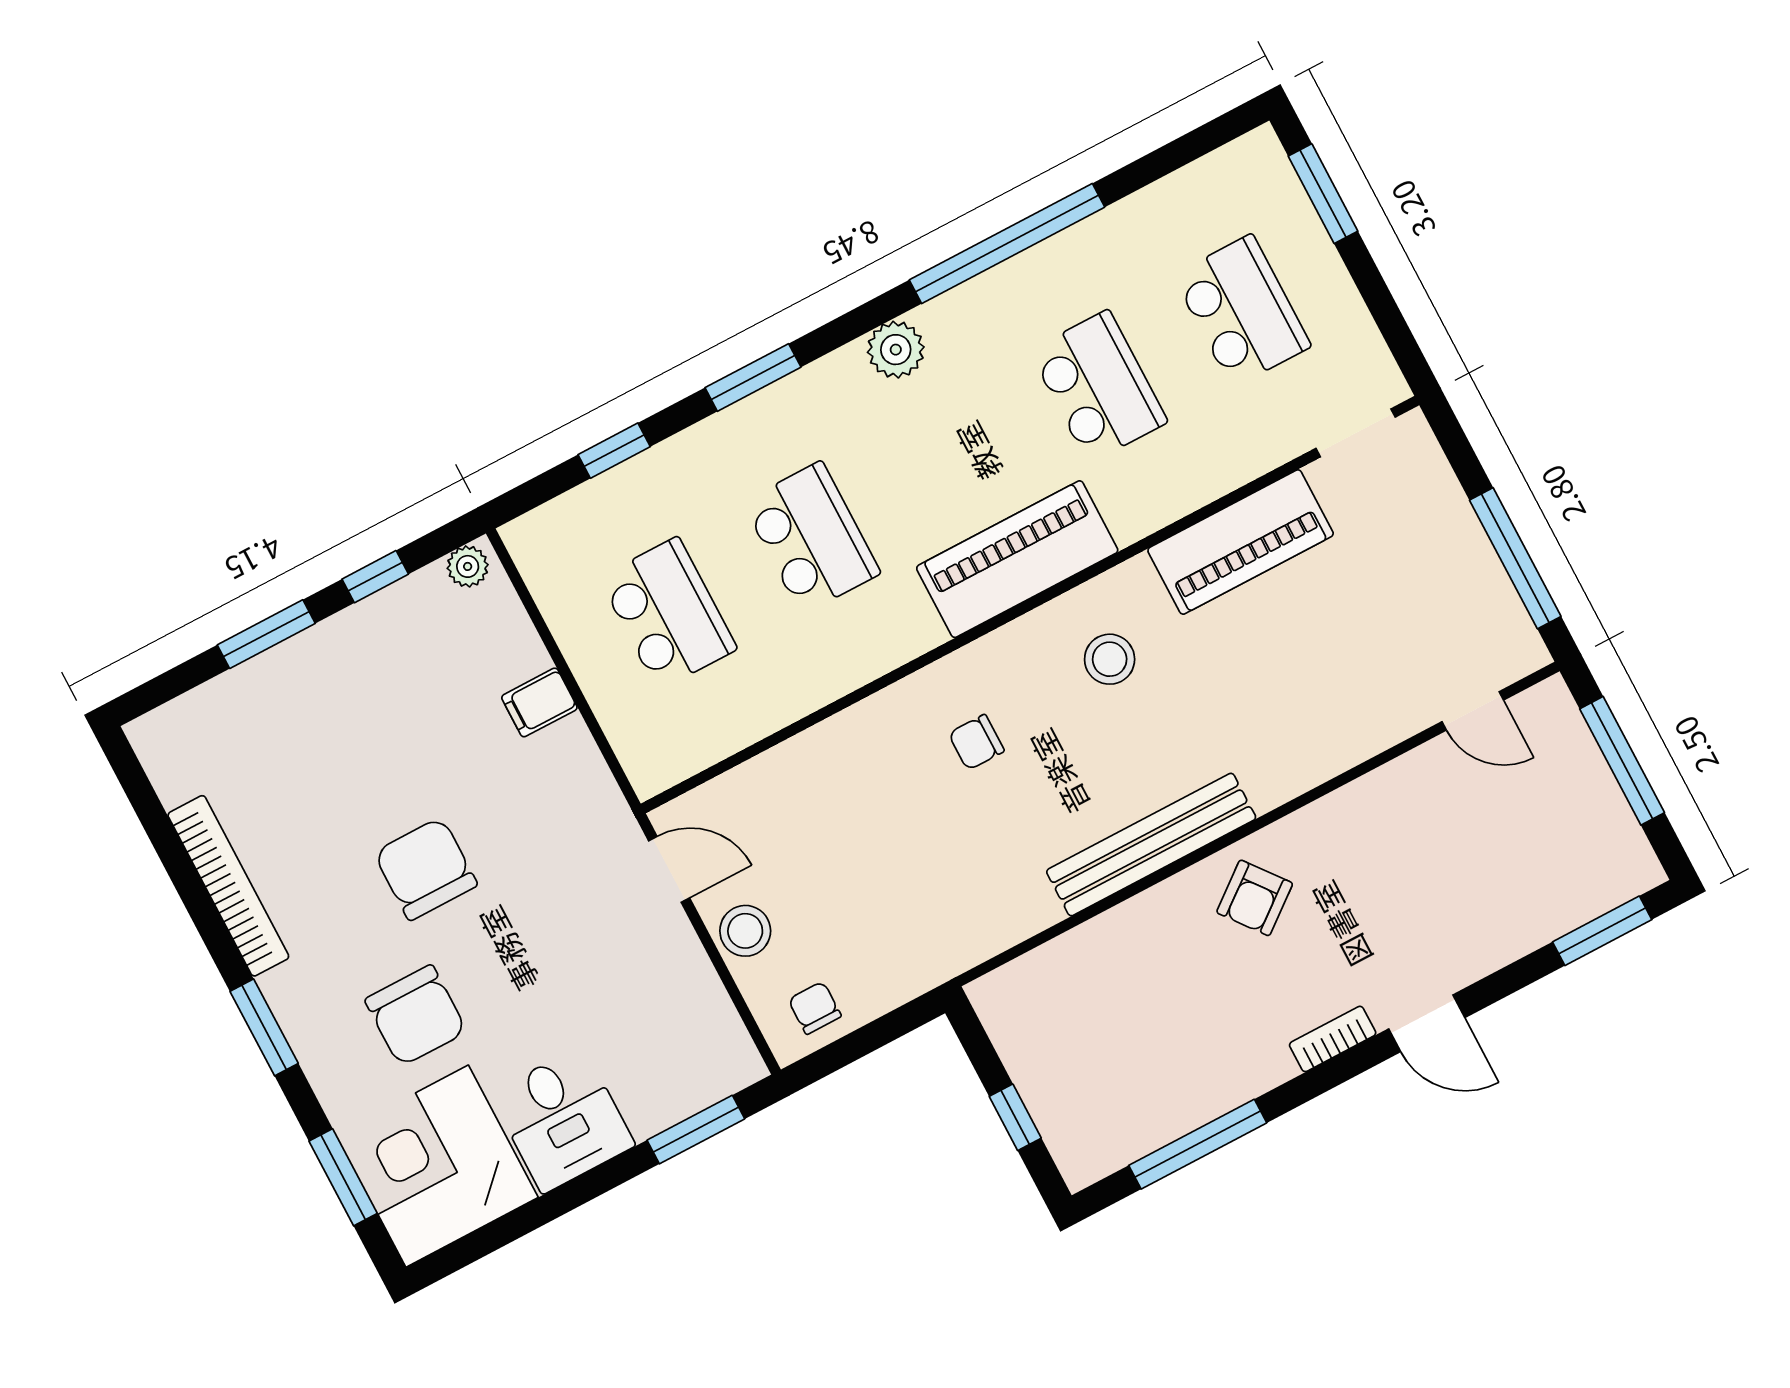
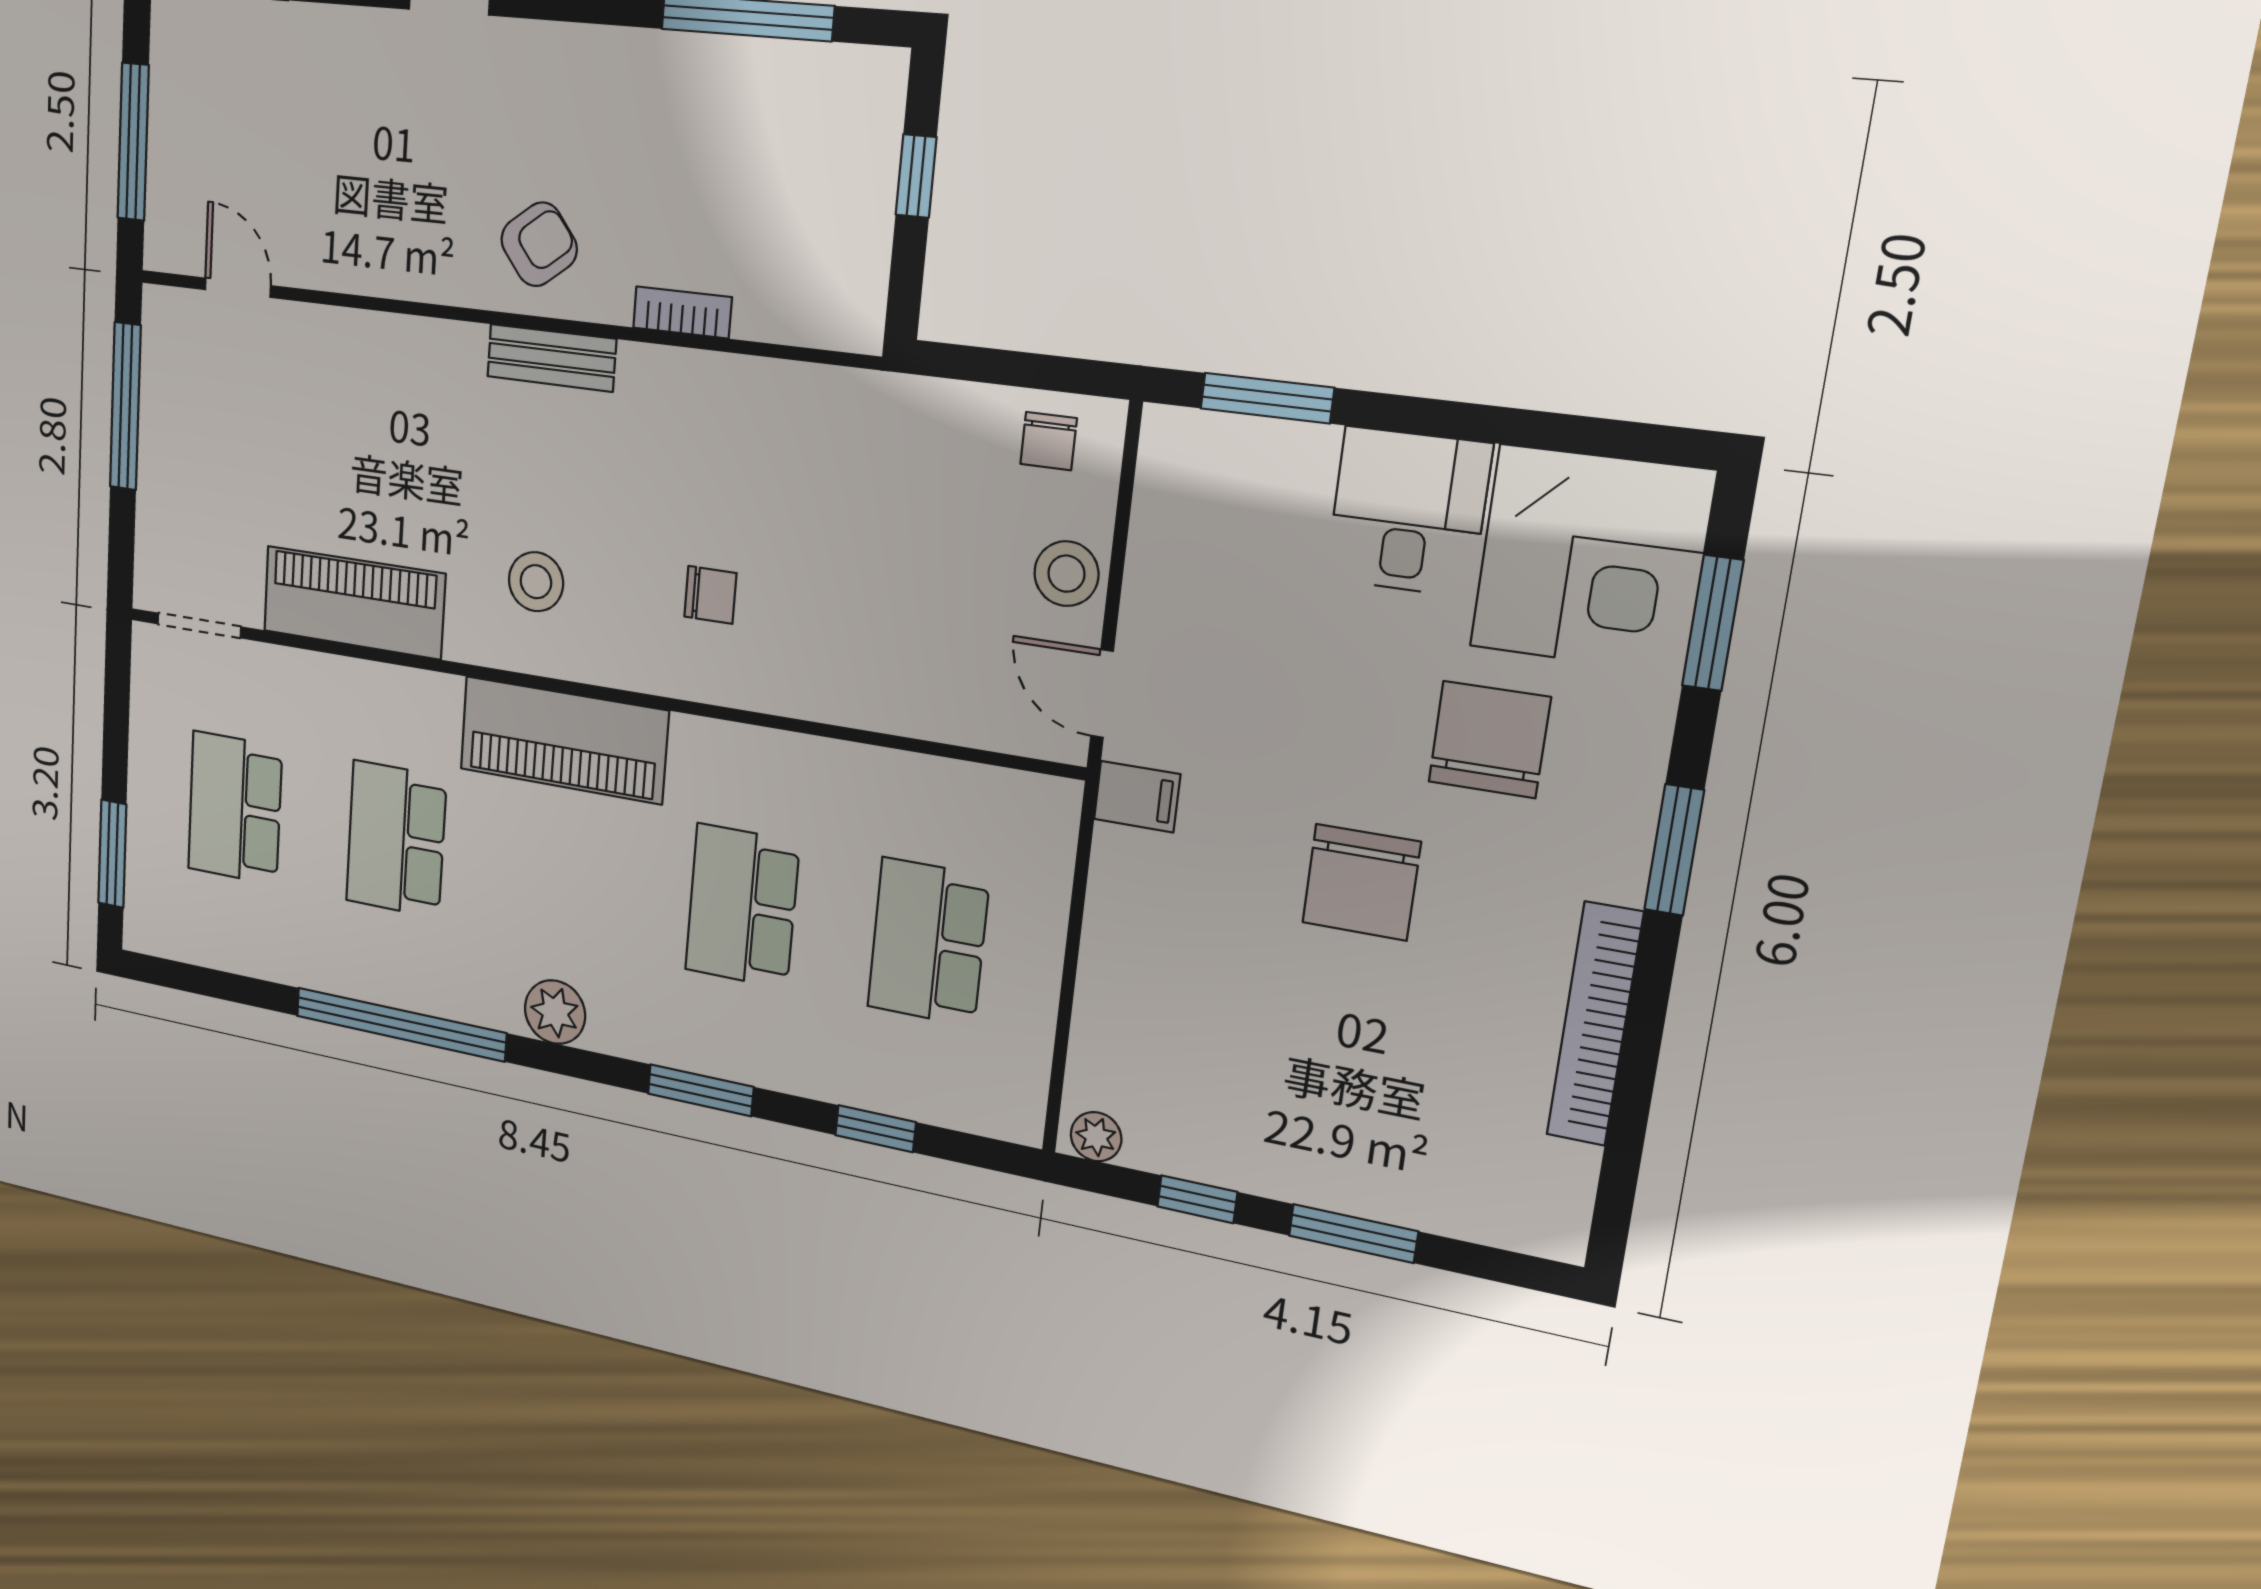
filing cabinet: (539, 702) -> (1137, 797), moved
bench: (1151, 845) -> (551, 358), width x0.54, depth x0.82
bookcase: (1333, 1039) -> (682, 312), moved, turned 180

